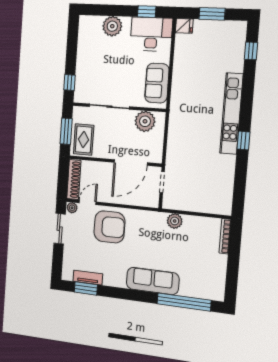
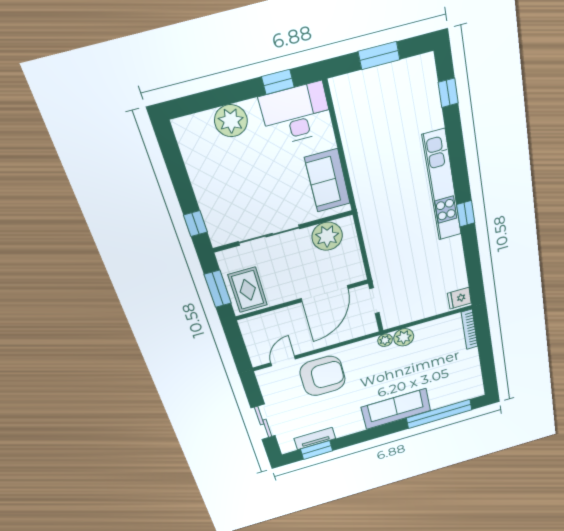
fridge: (184, 26) -> (459, 298), moved, turned 180
shoe rack: (74, 180) -> (253, 343), removed
plant: (72, 208) -> (385, 340), moved
sliding door: (60, 229) -> (263, 422), moved

